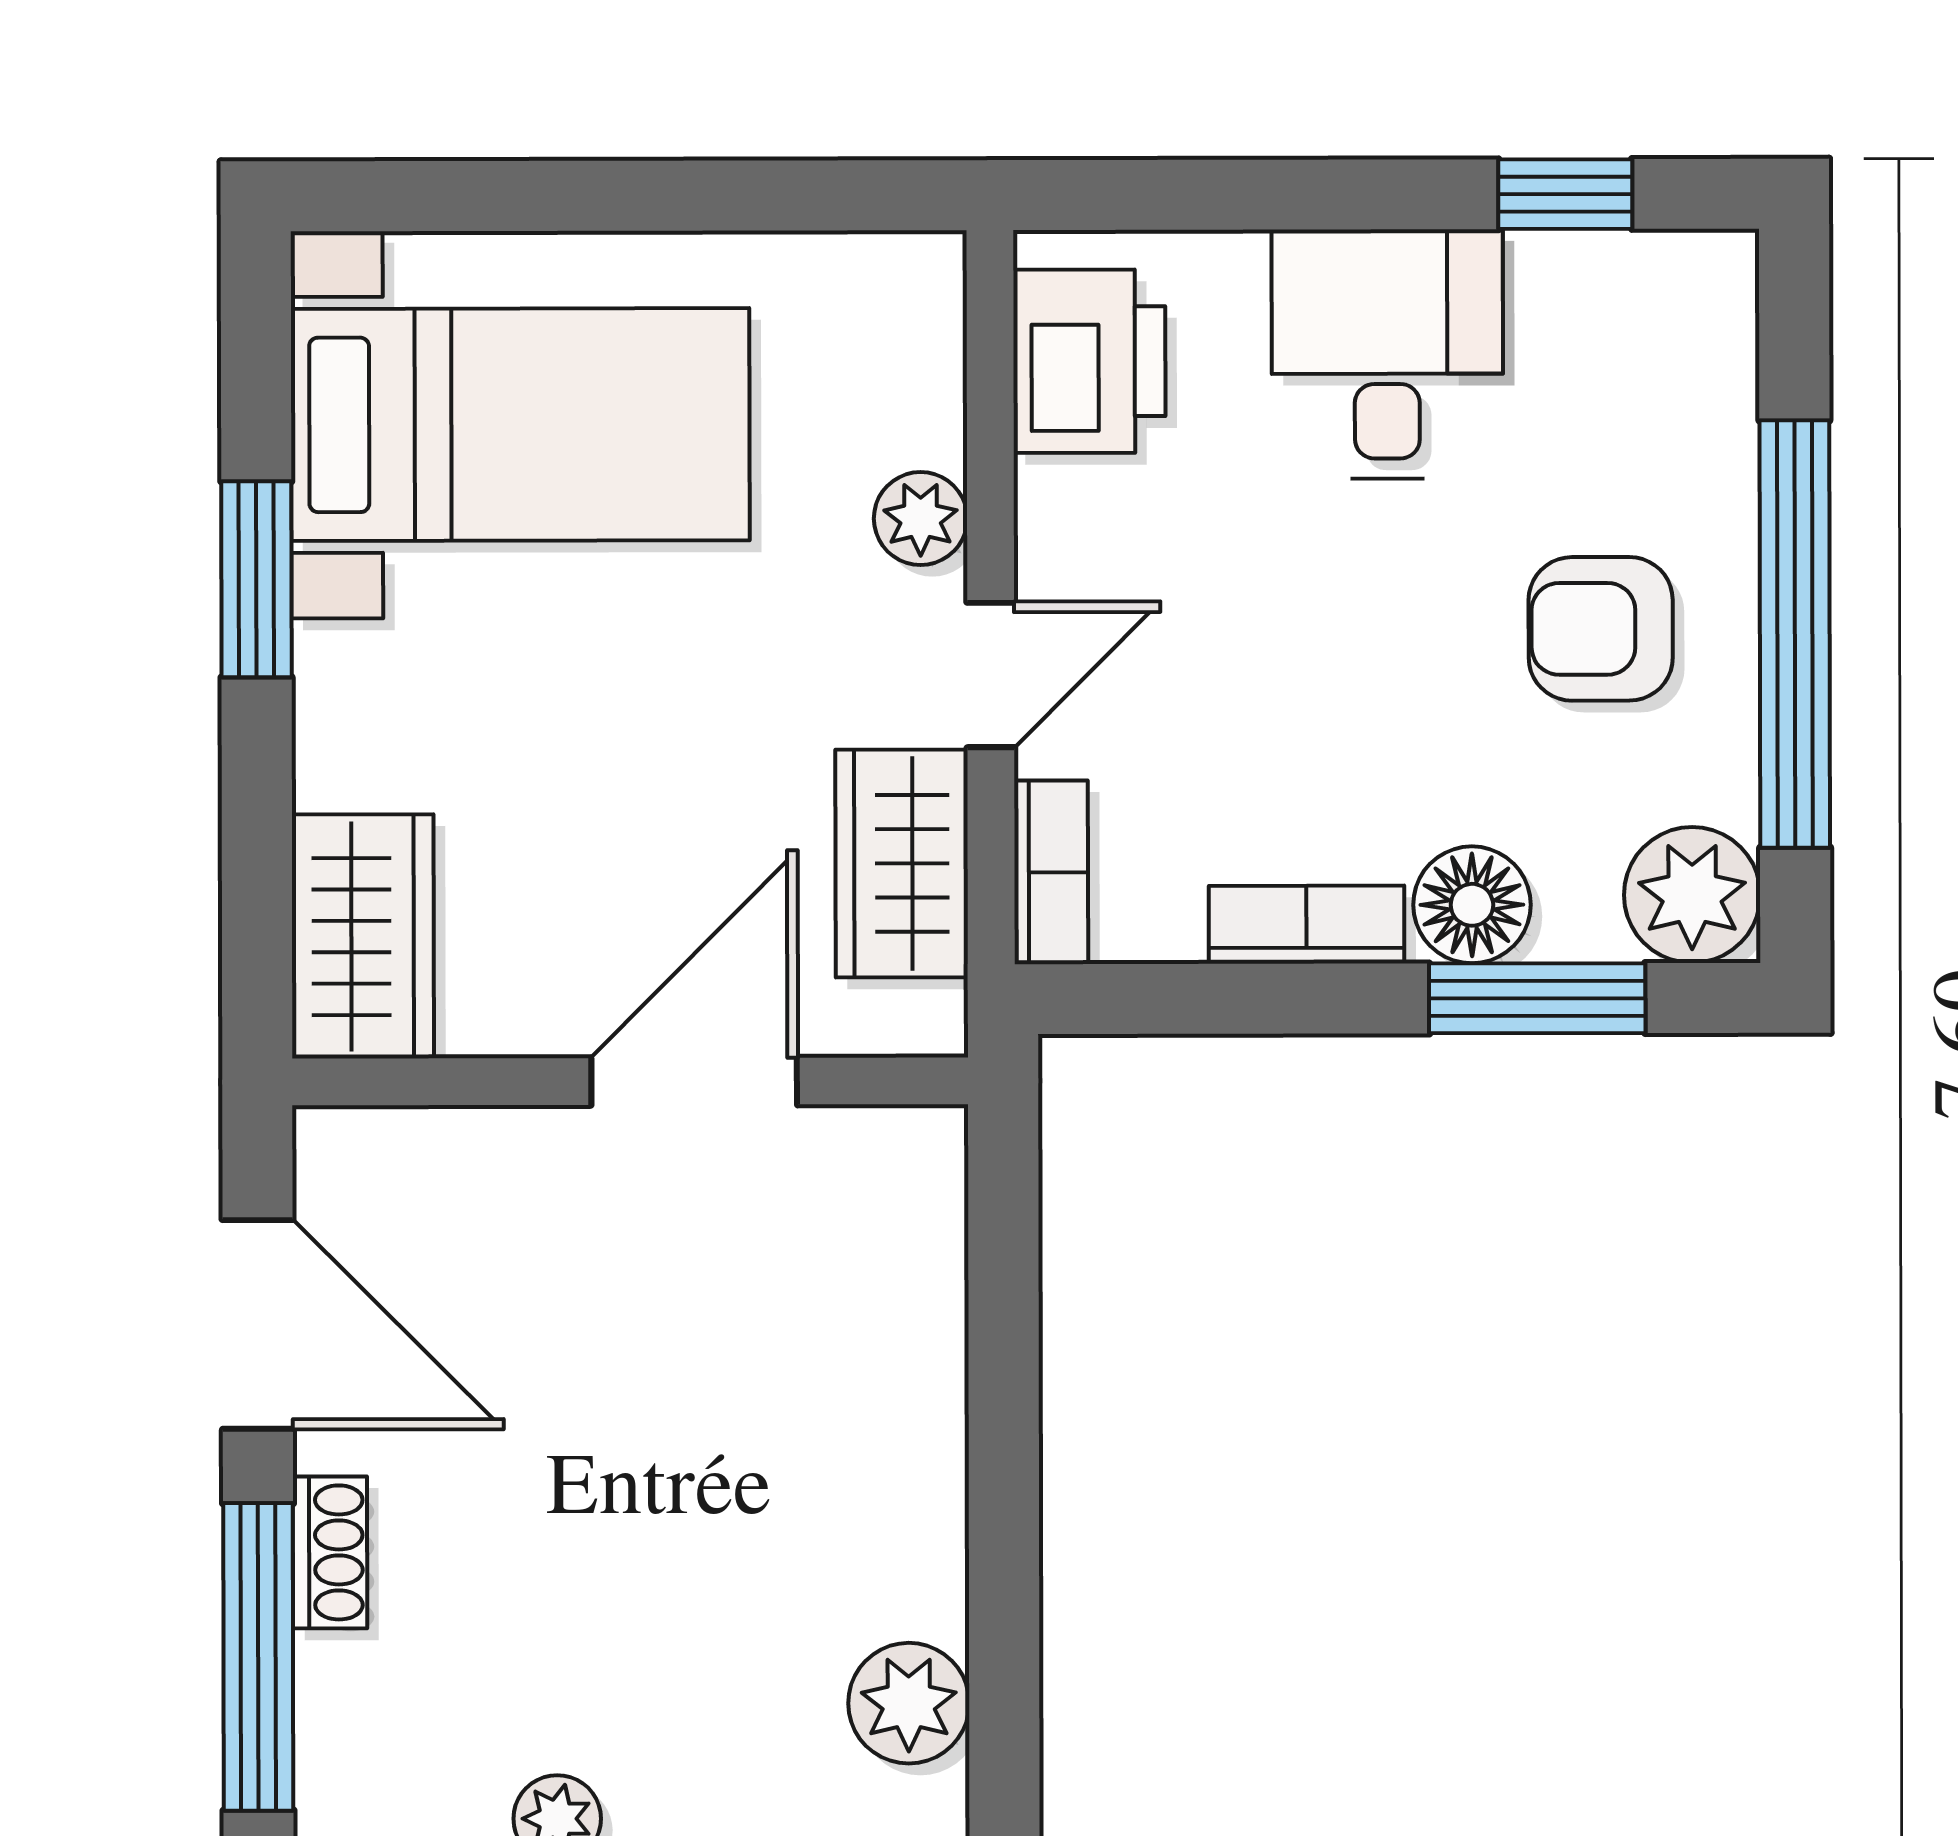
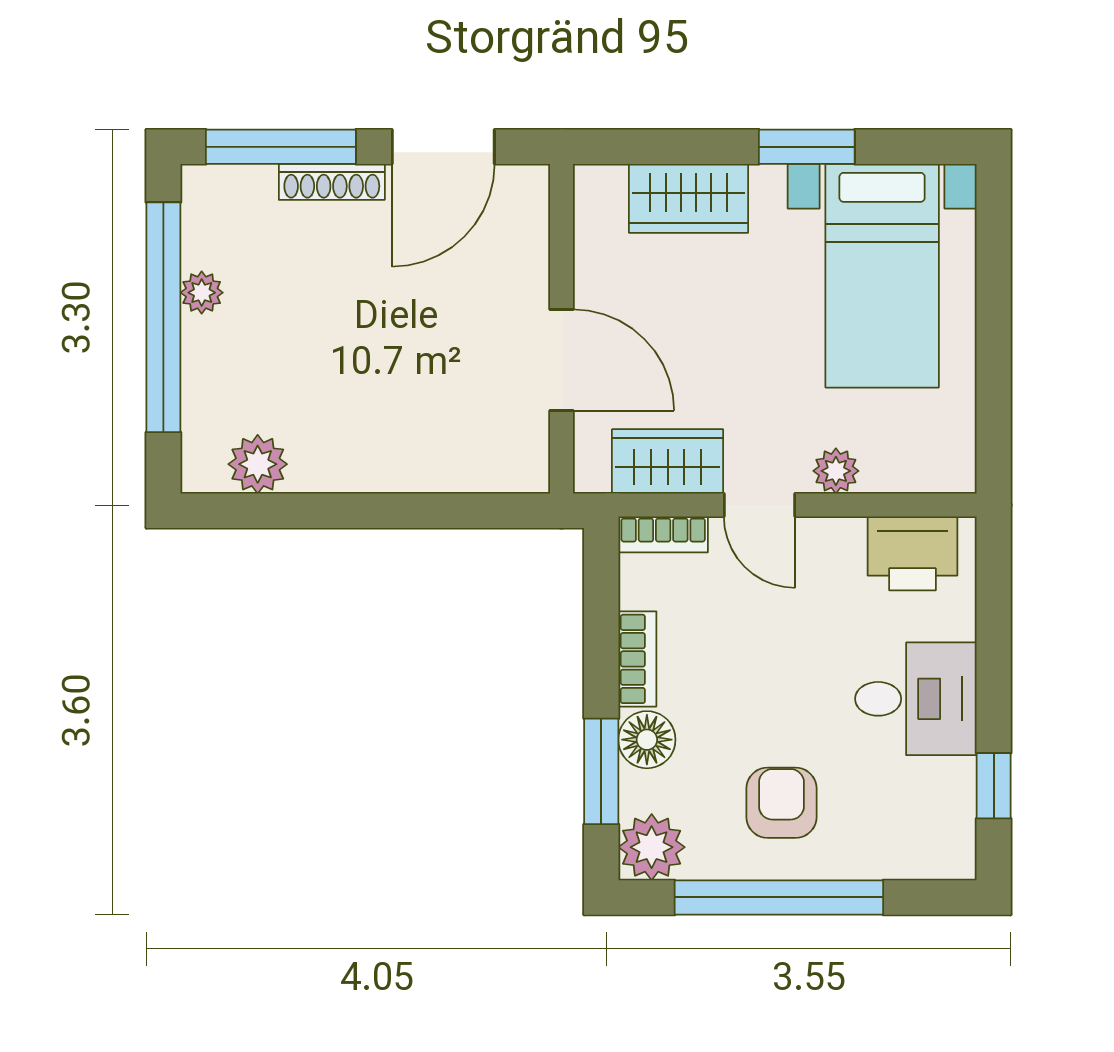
wardrobe: (363, 936) -> (689, 198), moved
shoe rack: (330, 1552) -> (332, 182), width x1.43

